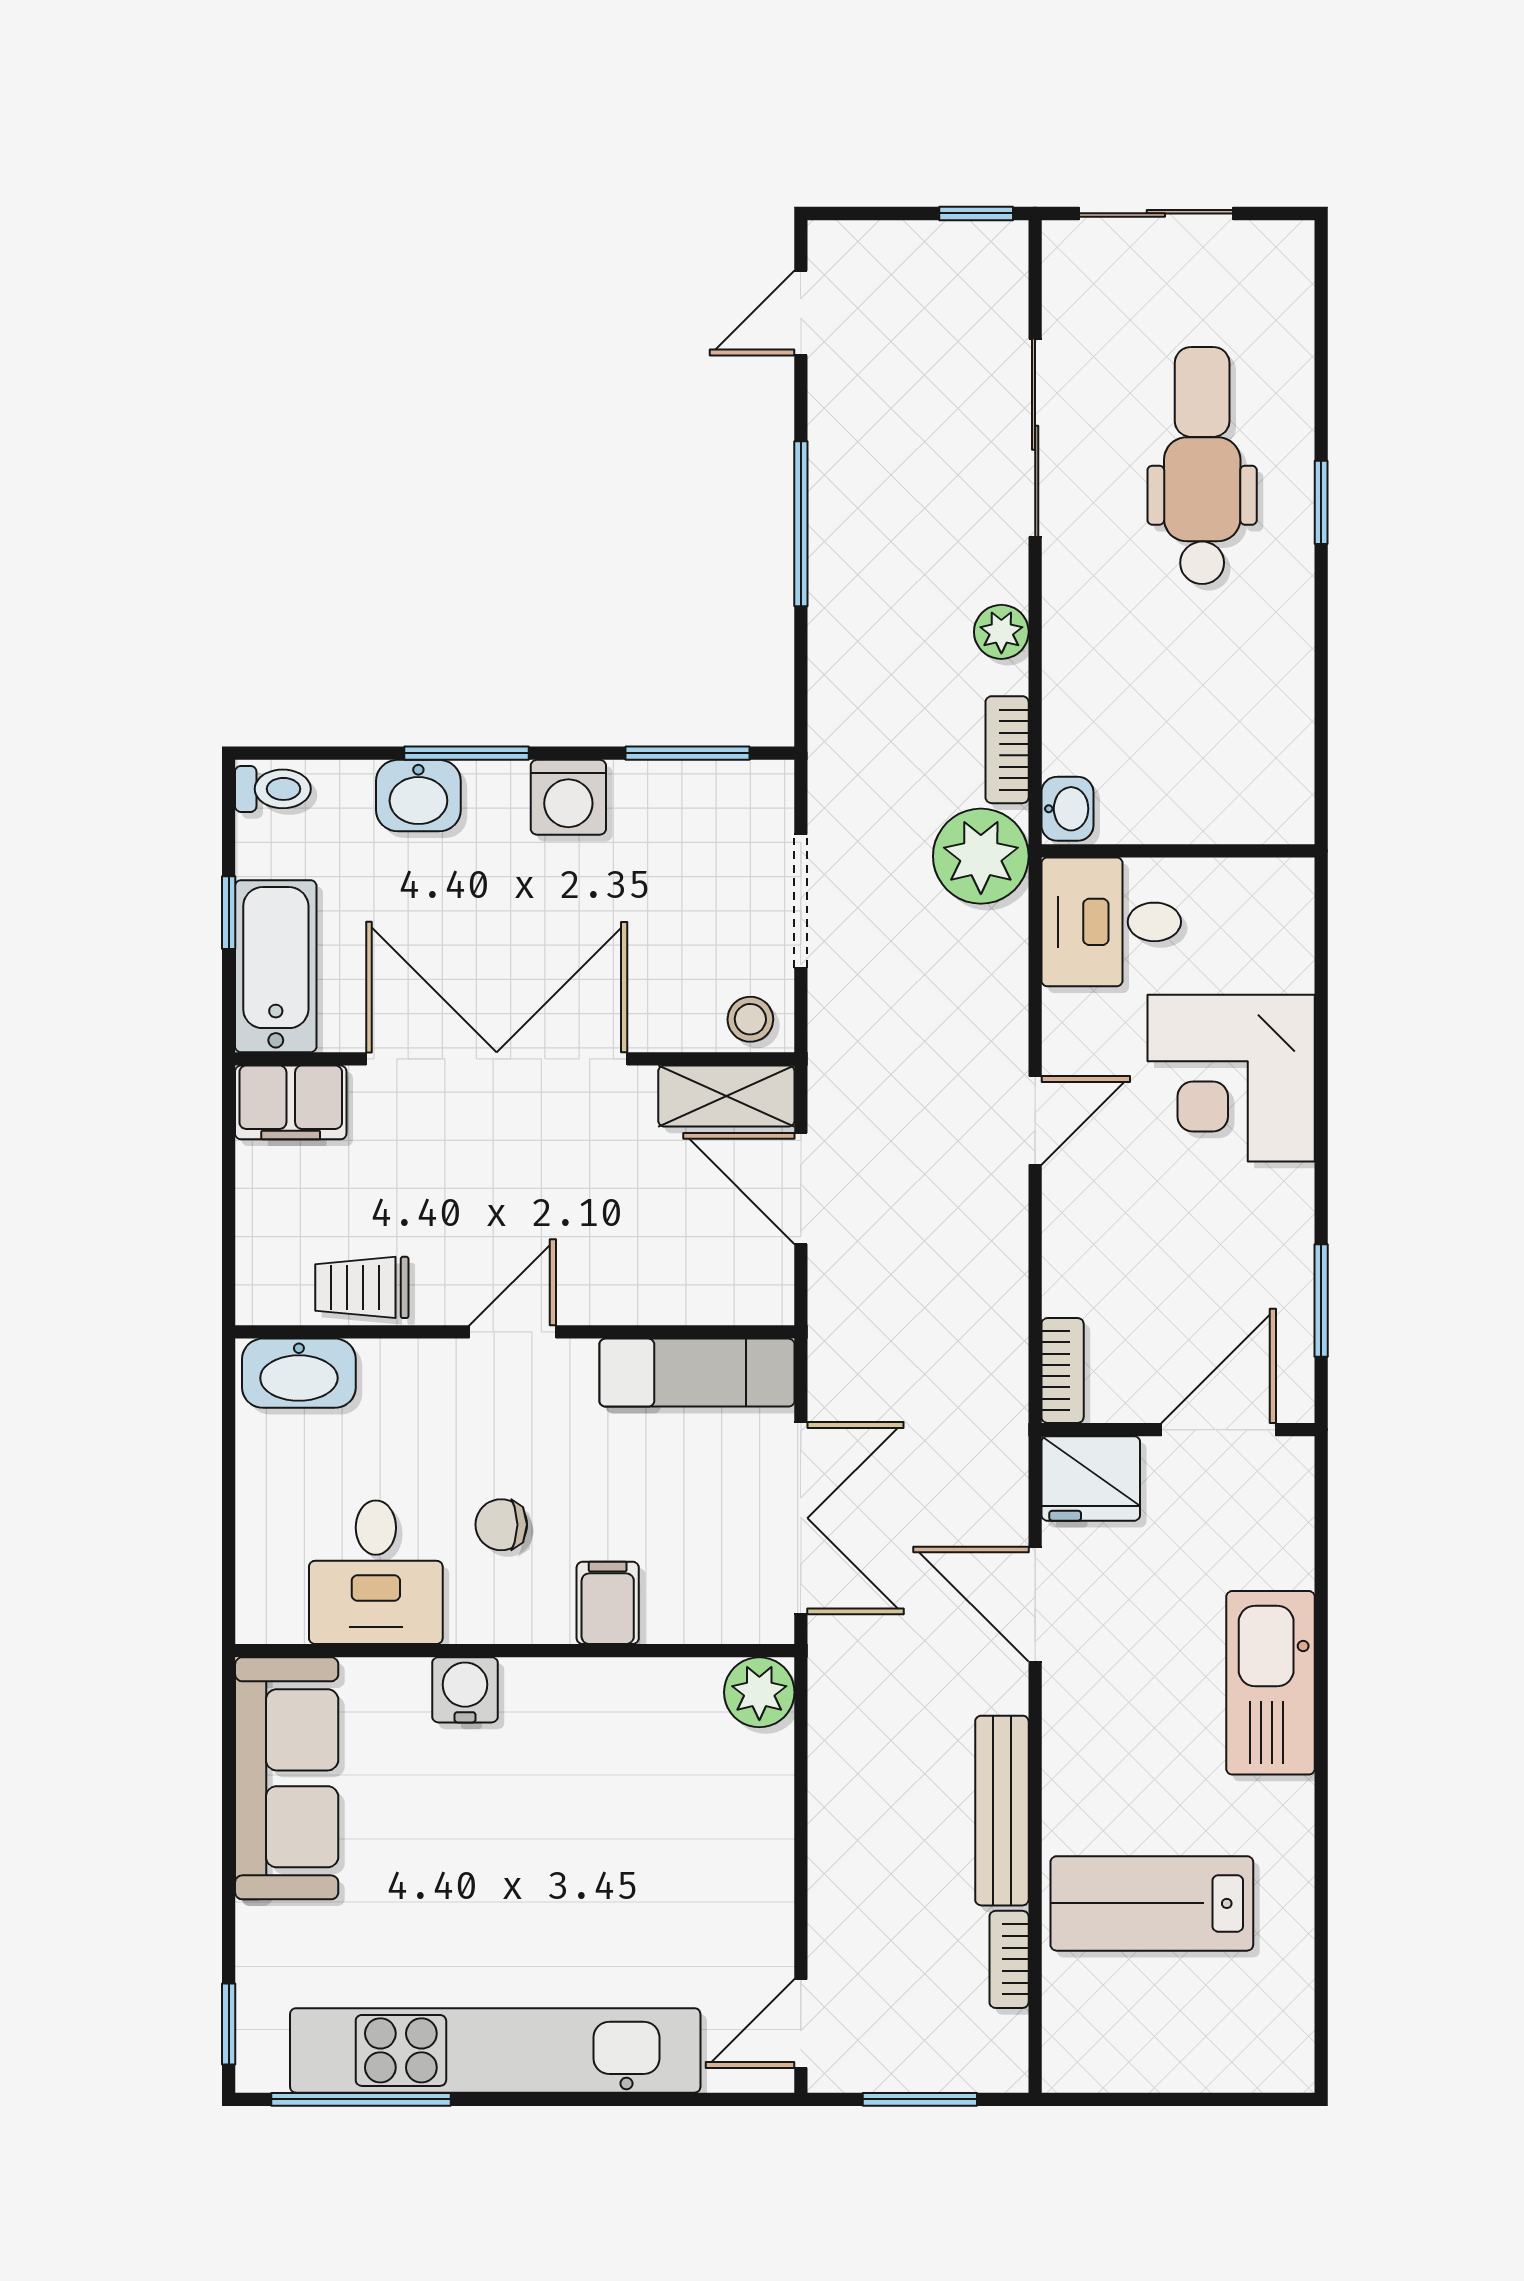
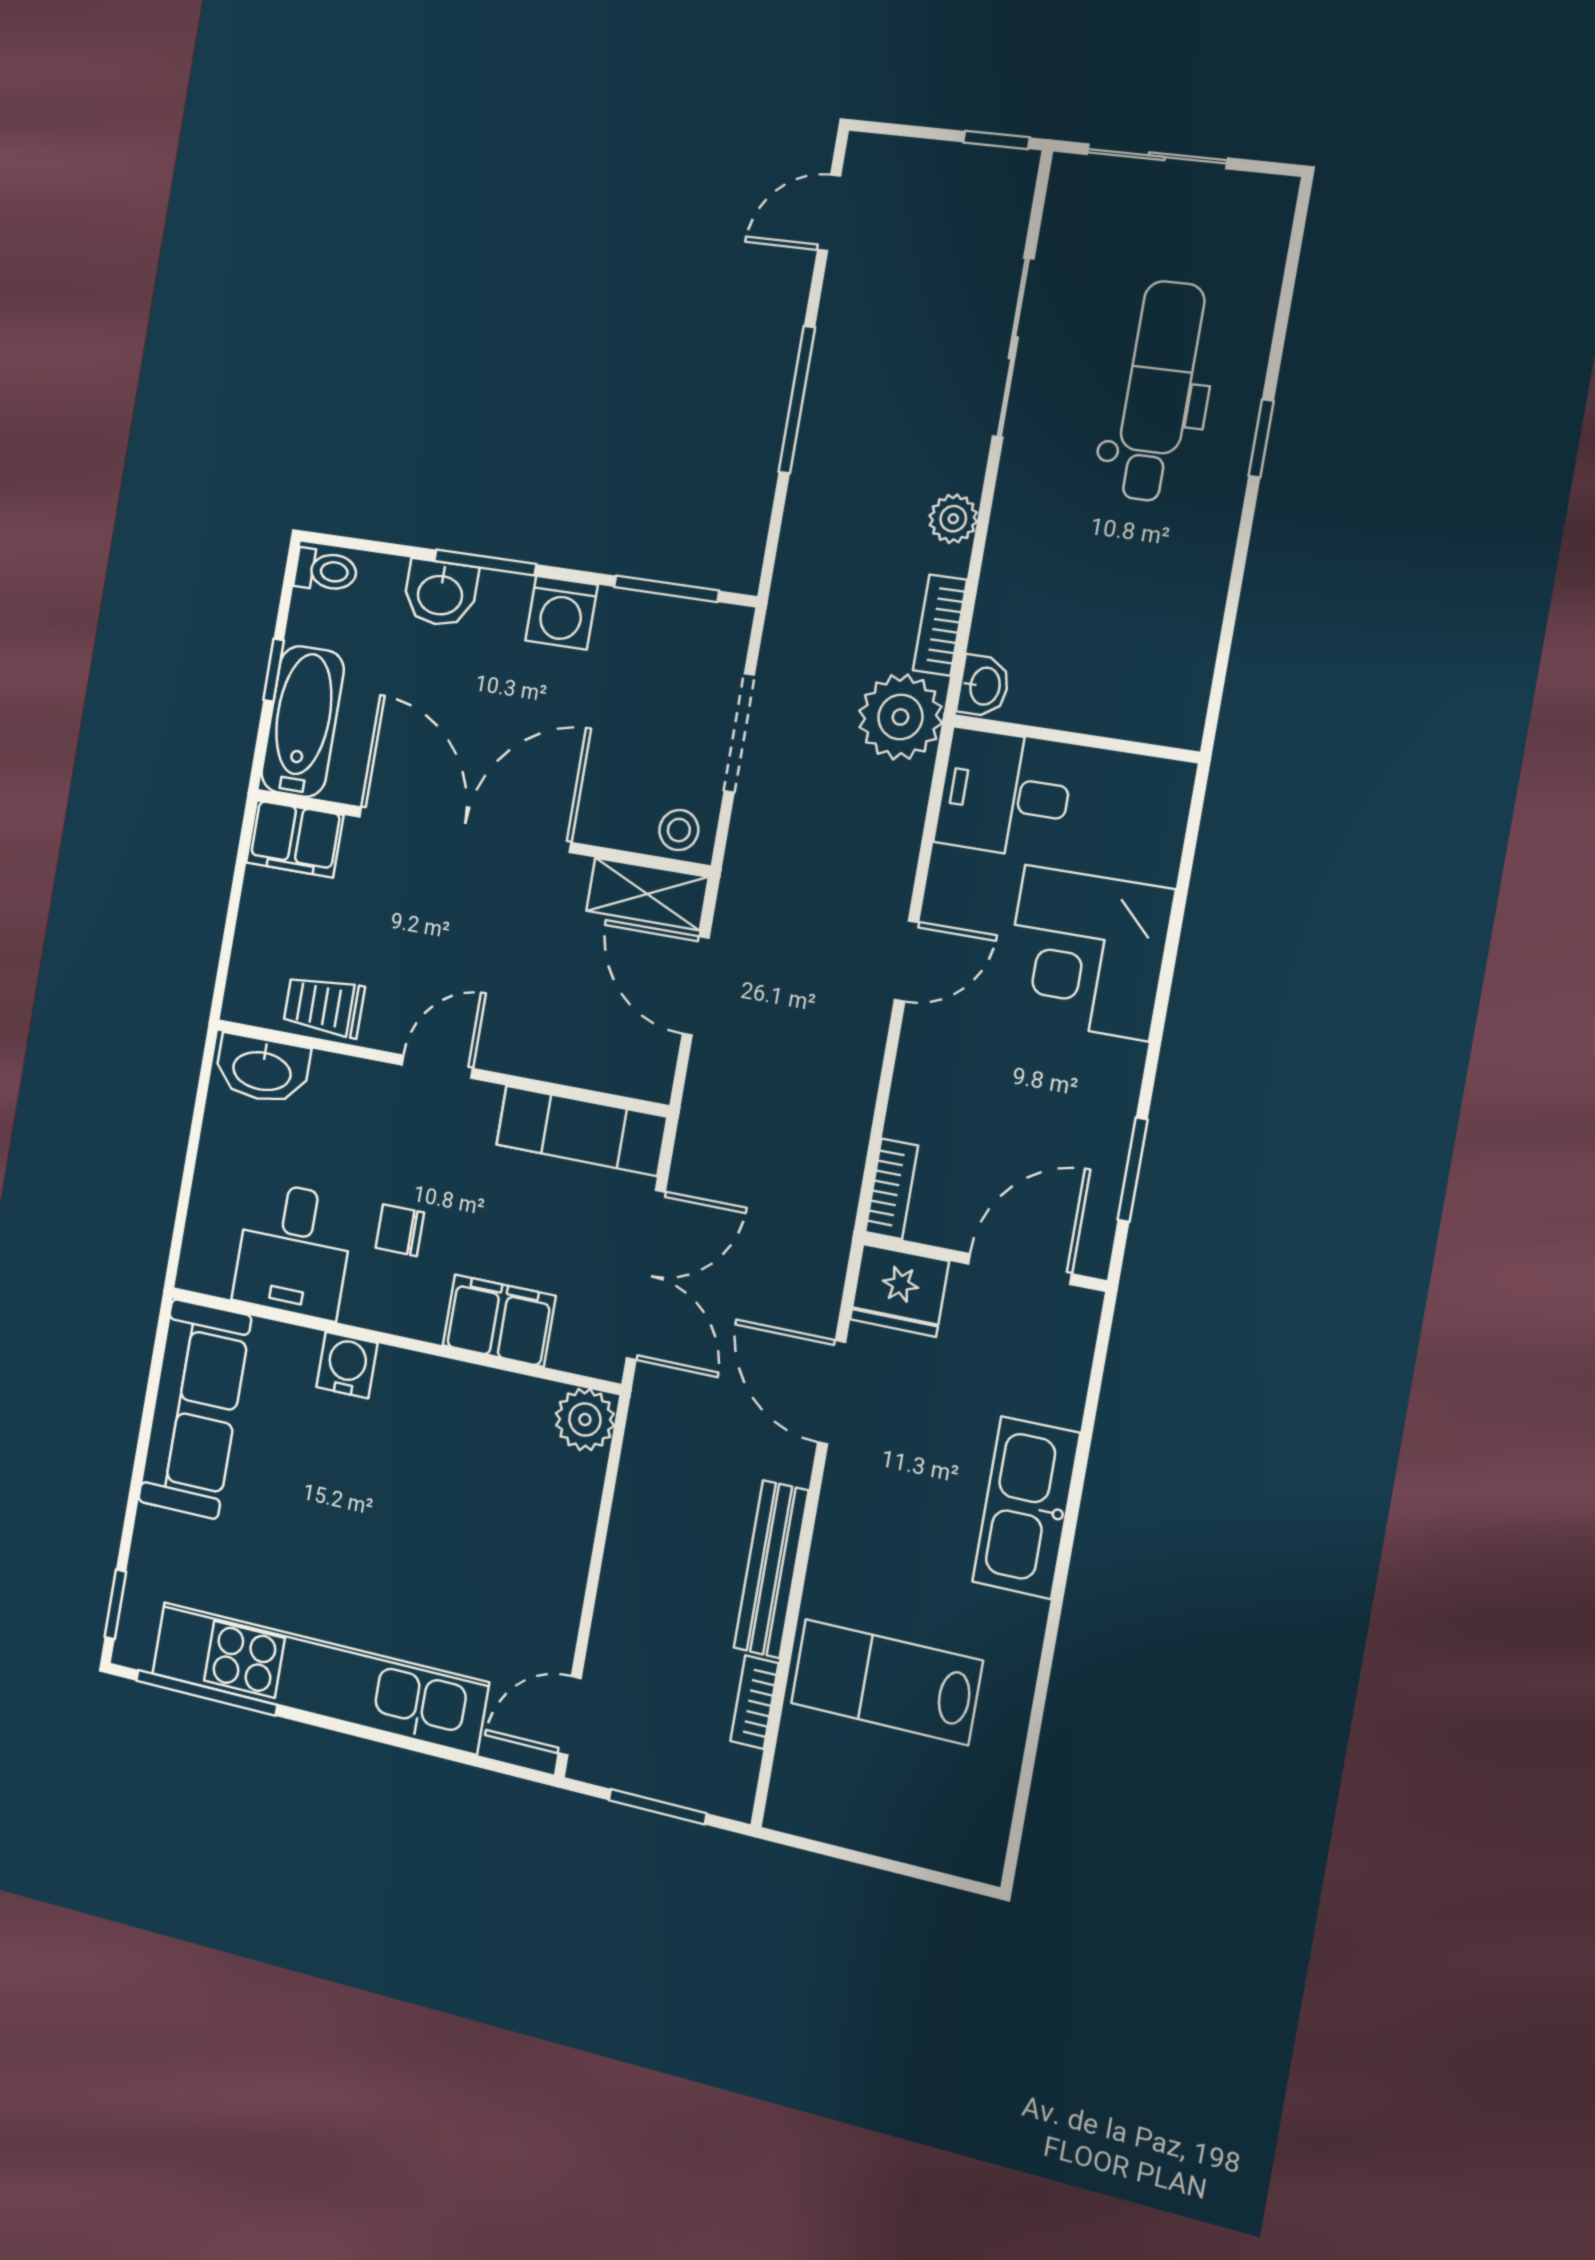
filing cabinet: (608, 1603) -> (499, 1321), width x2.00

